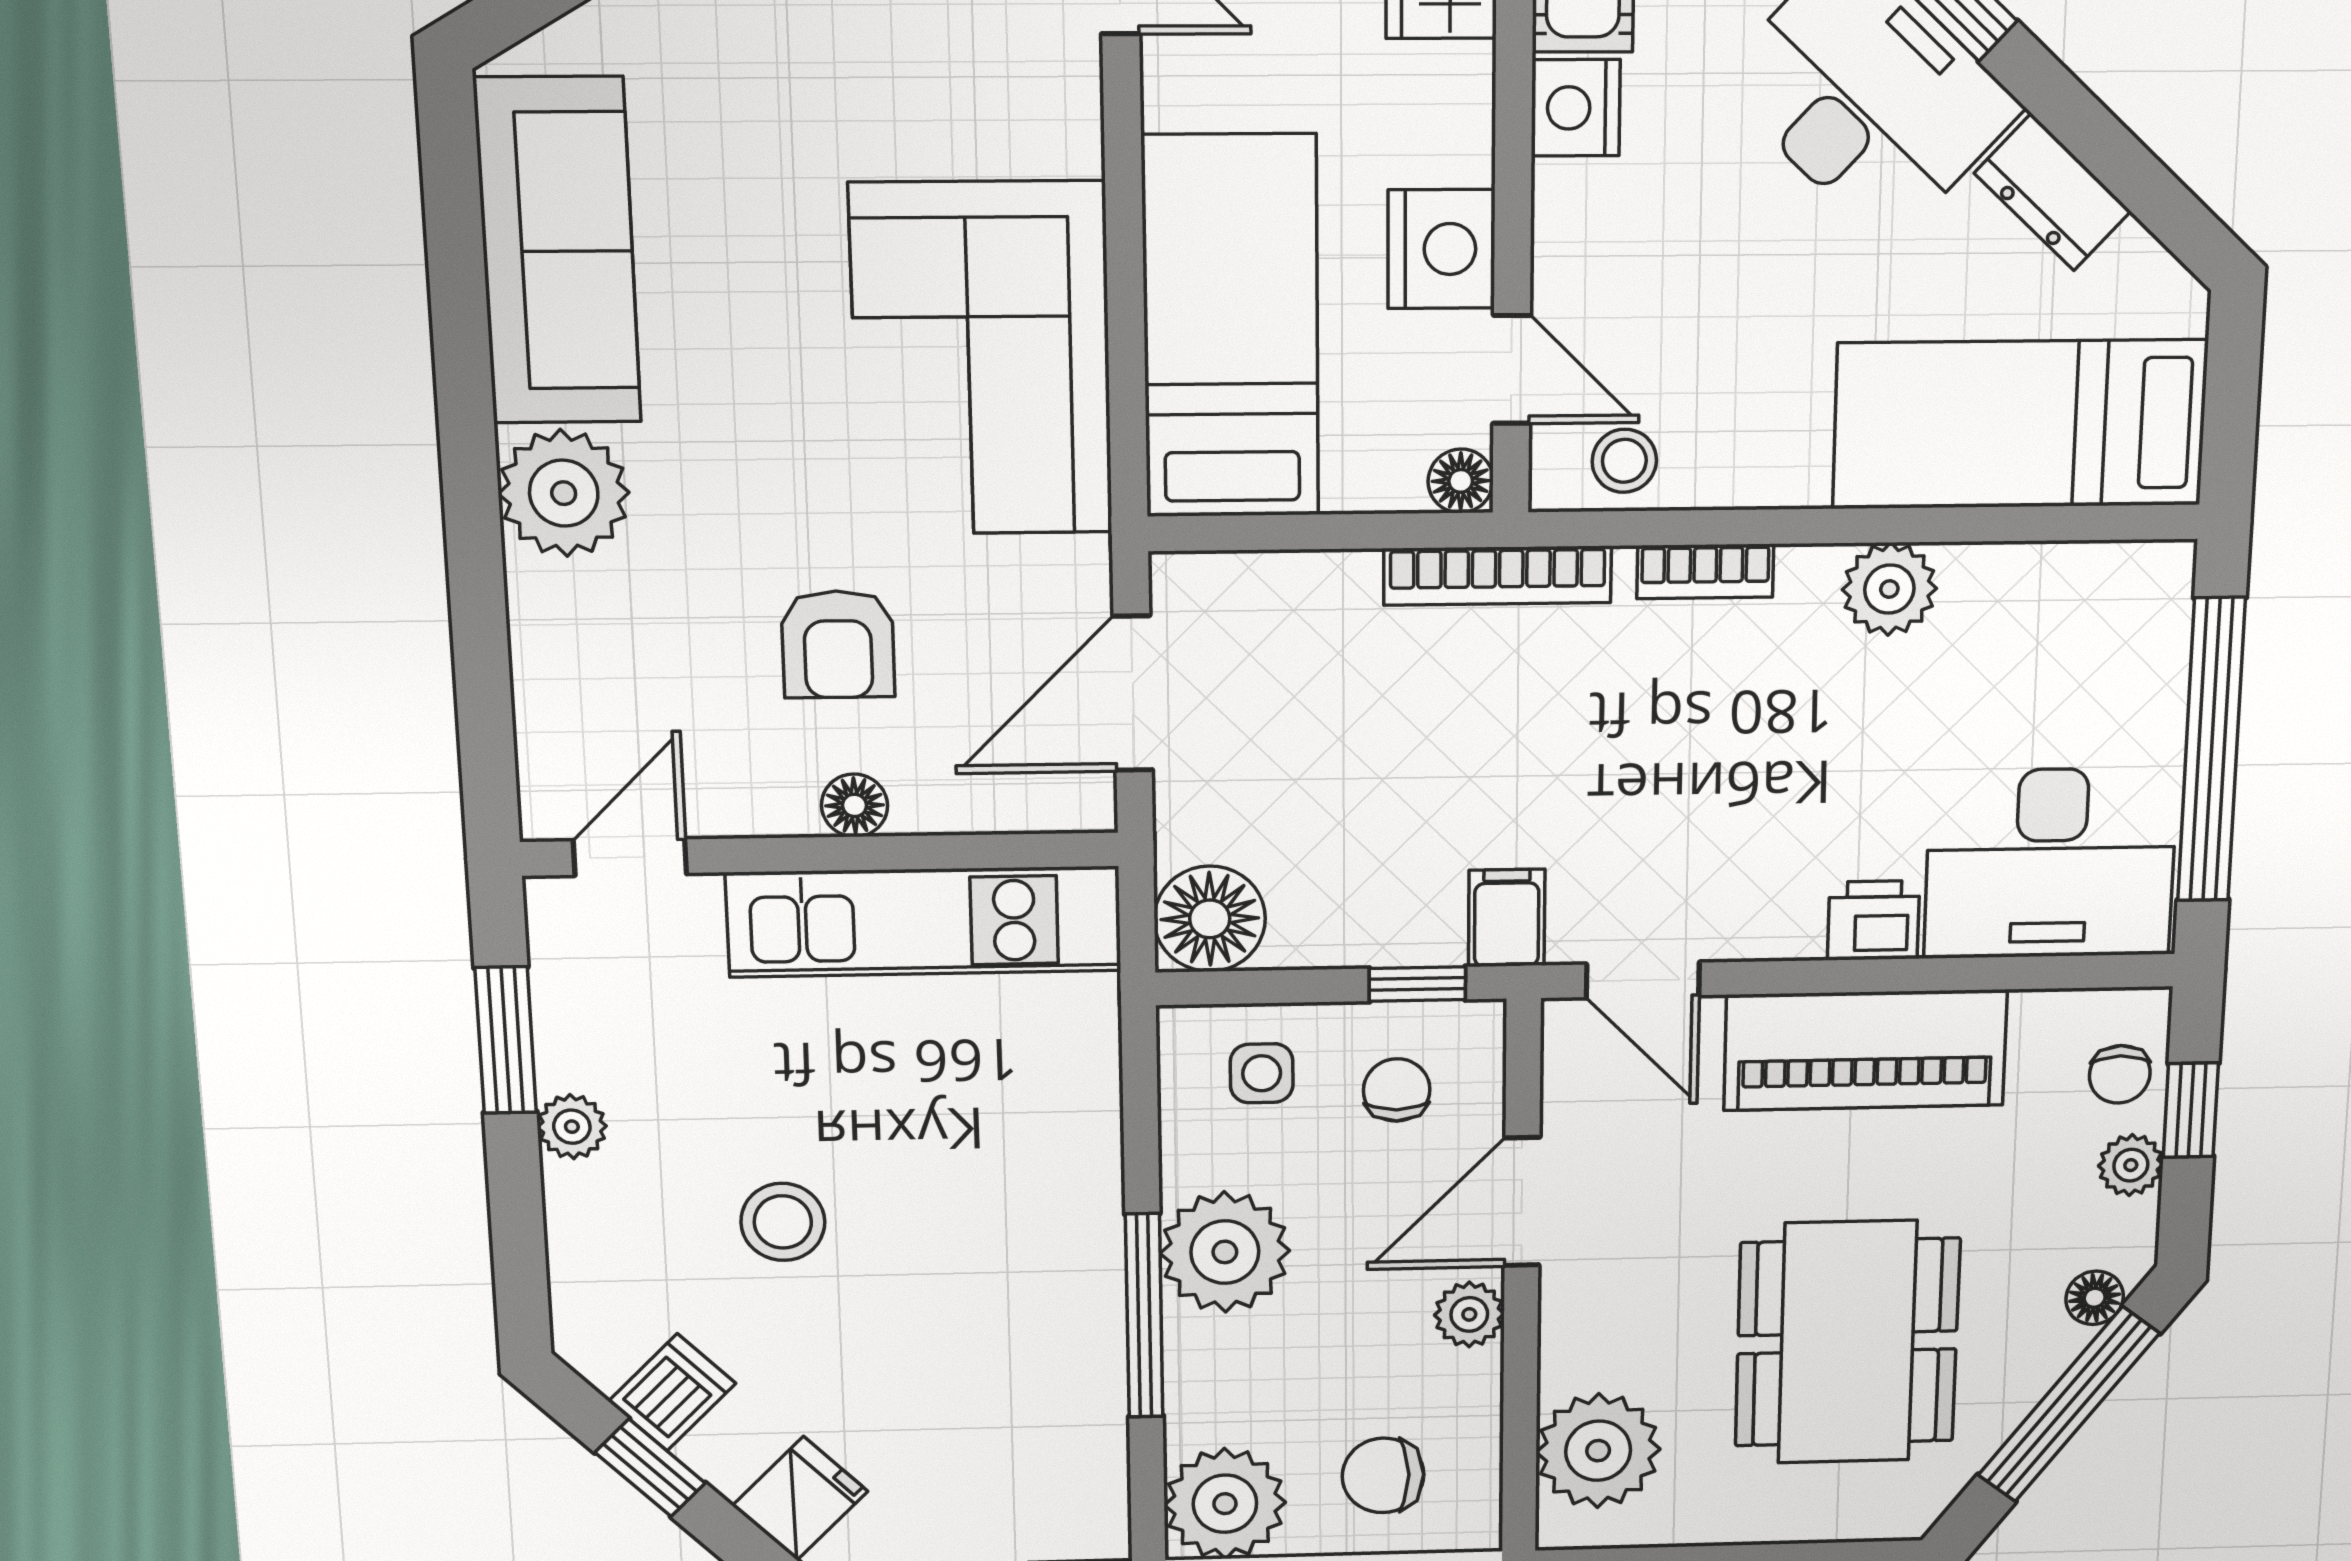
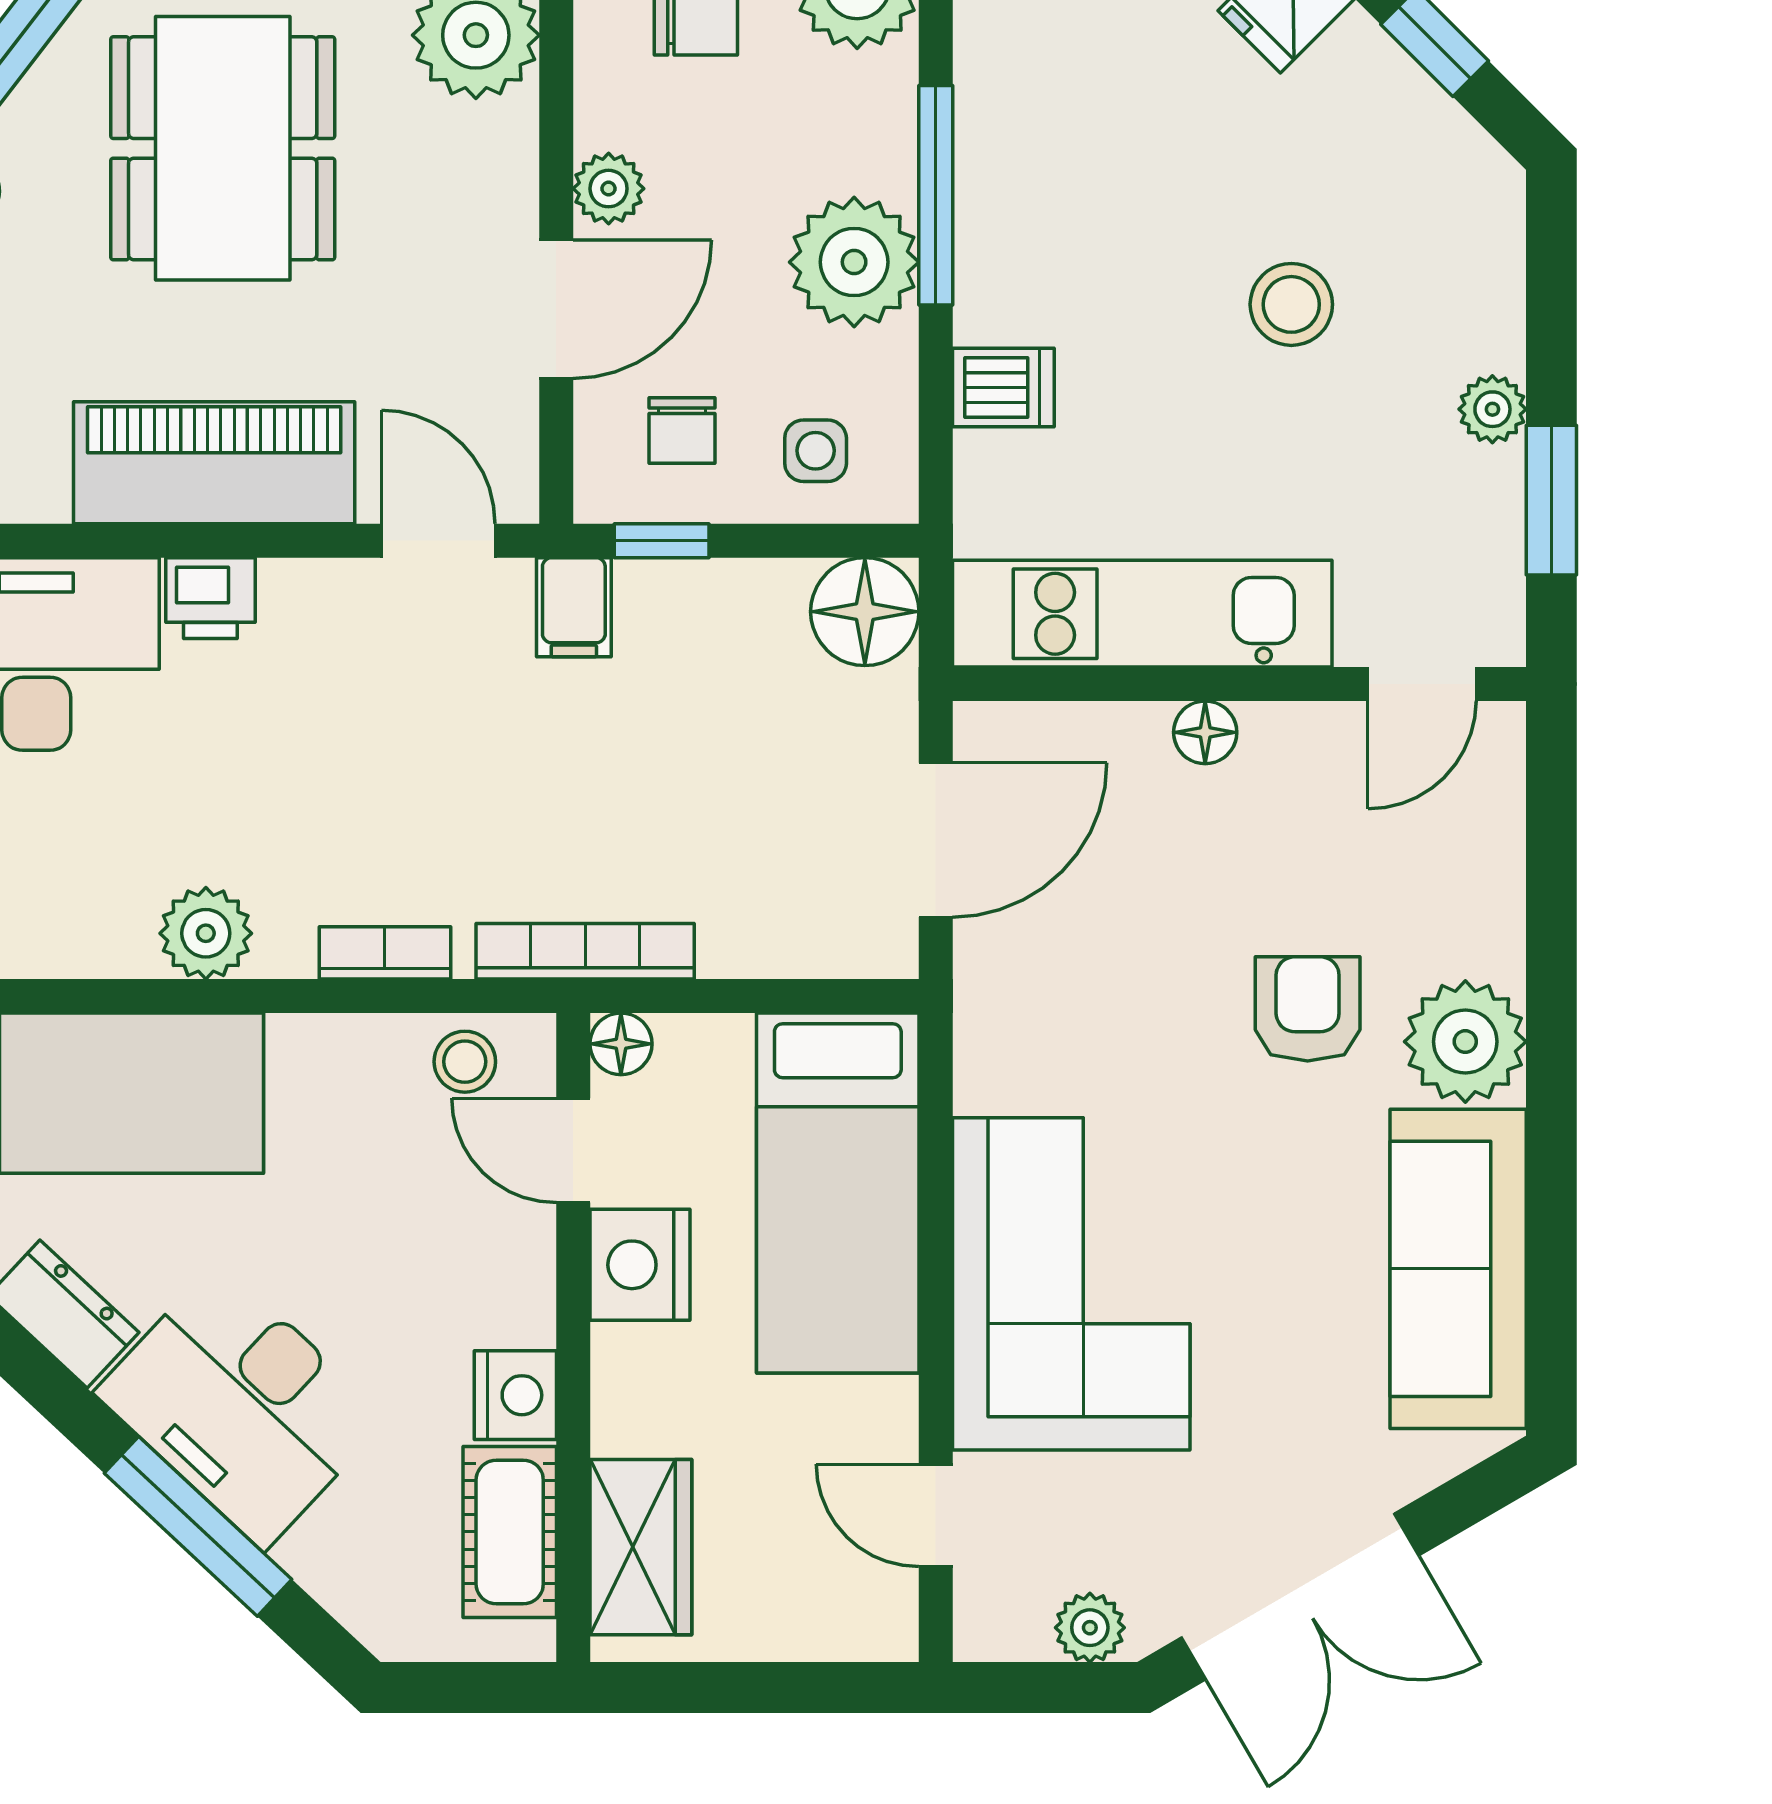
corner sofa: (982, 359) -> (1071, 1284), moved
armchair: (838, 644) -> (1308, 1009), moved
dishwasher: (672, 1392) -> (1003, 387), moved, turned -135

